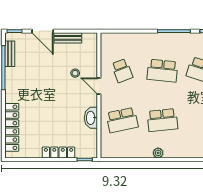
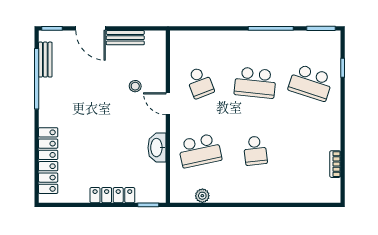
school desk: (162, 120) -> (255, 151), width x0.54
plant: (158, 153) -> (202, 196), moved

